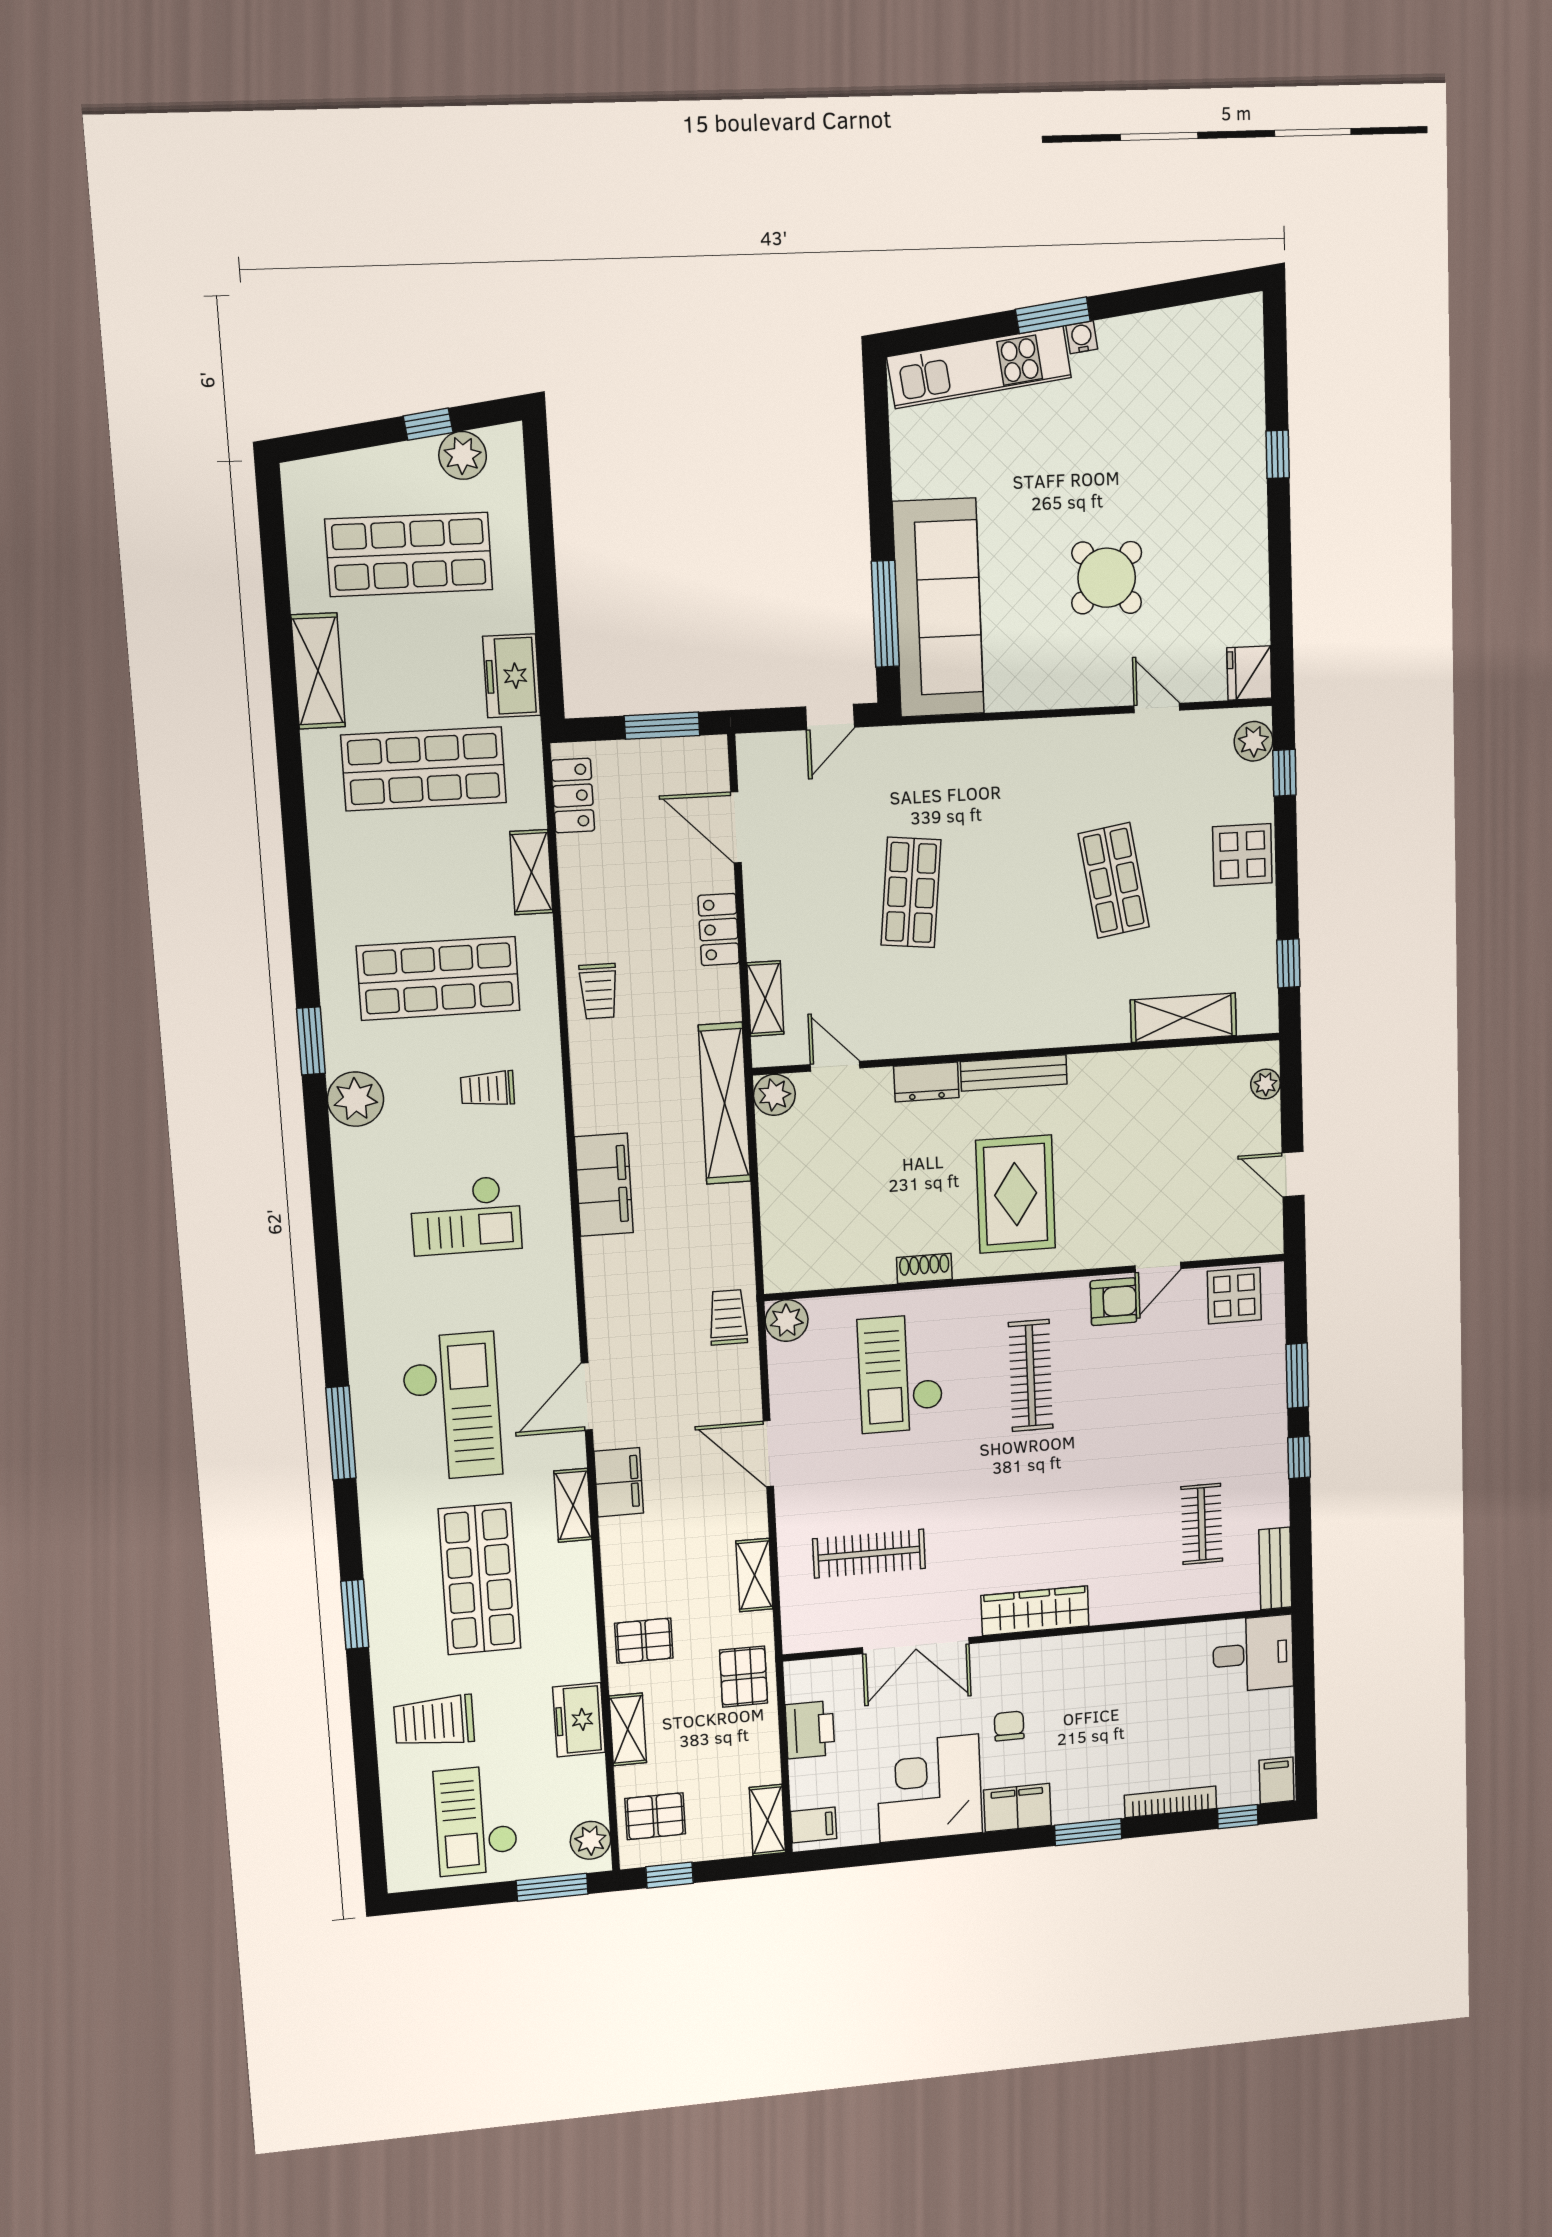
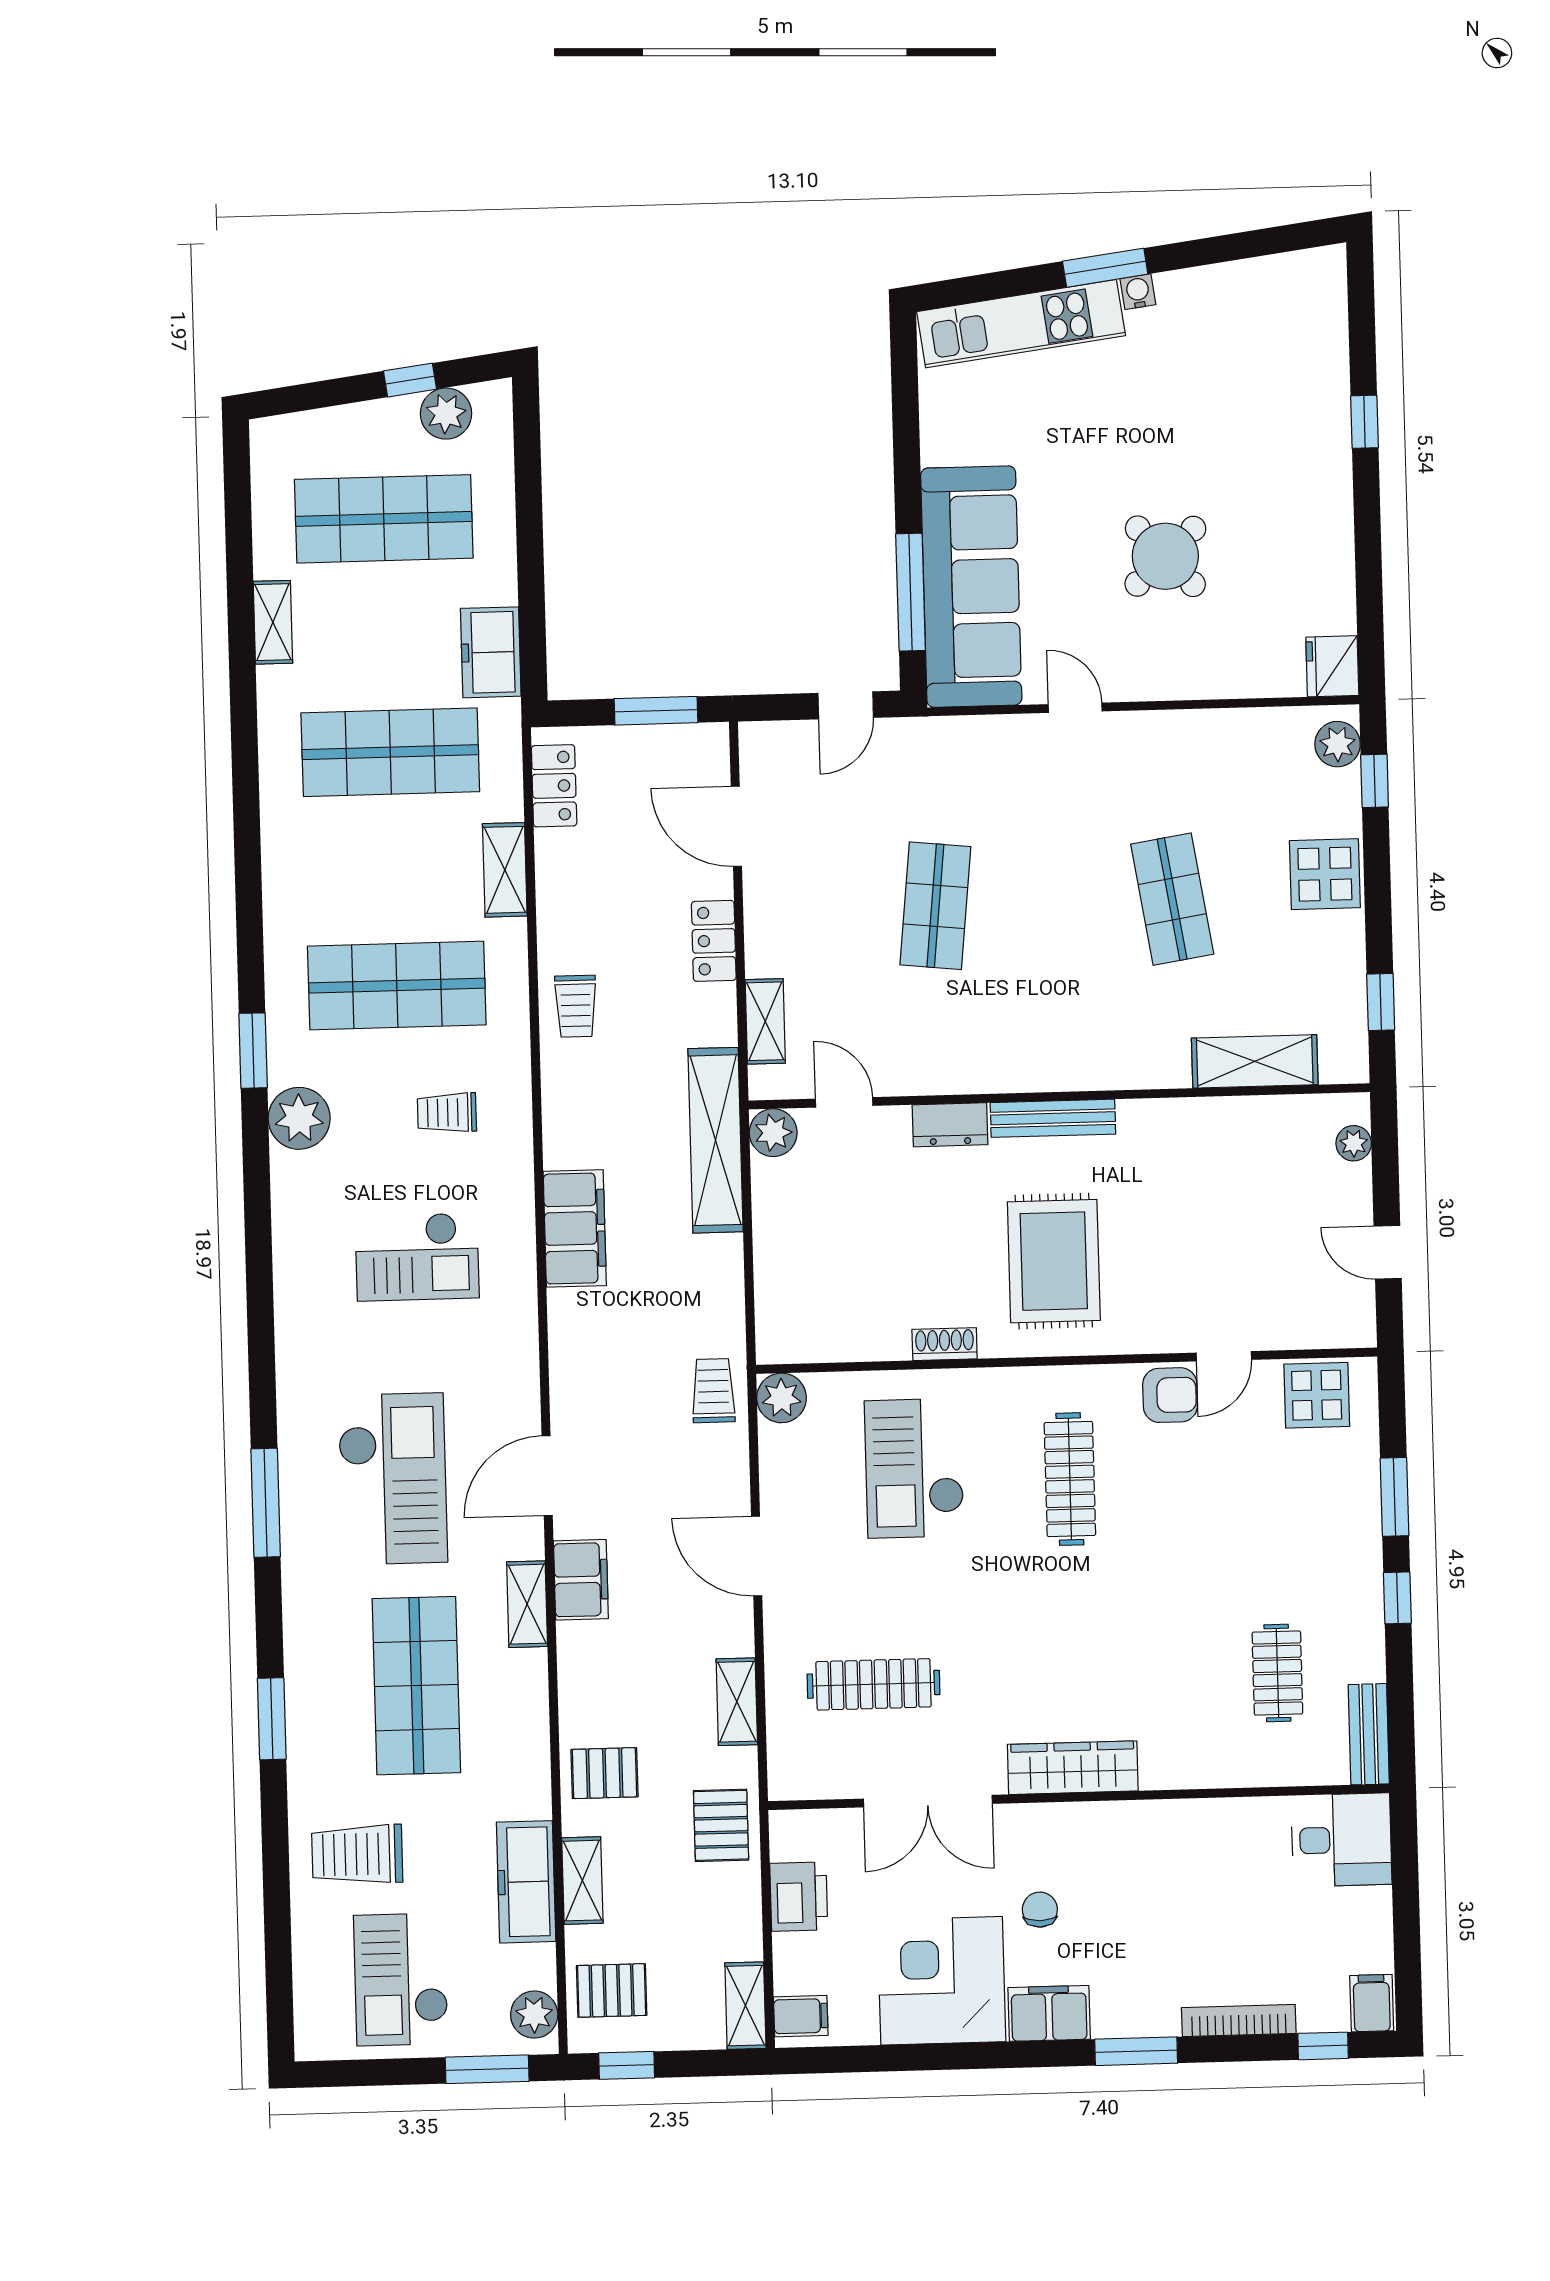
shelving: (318, 671) -> (273, 622), width x0.67, depth x0.75
door: (1157, 708) -> (1075, 708), moved
freezer: (579, 1720) -> (526, 1882), width x1.40

